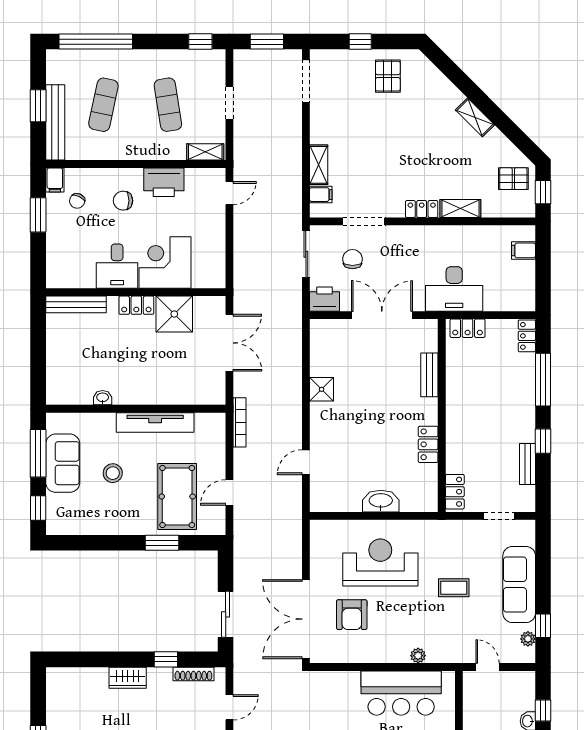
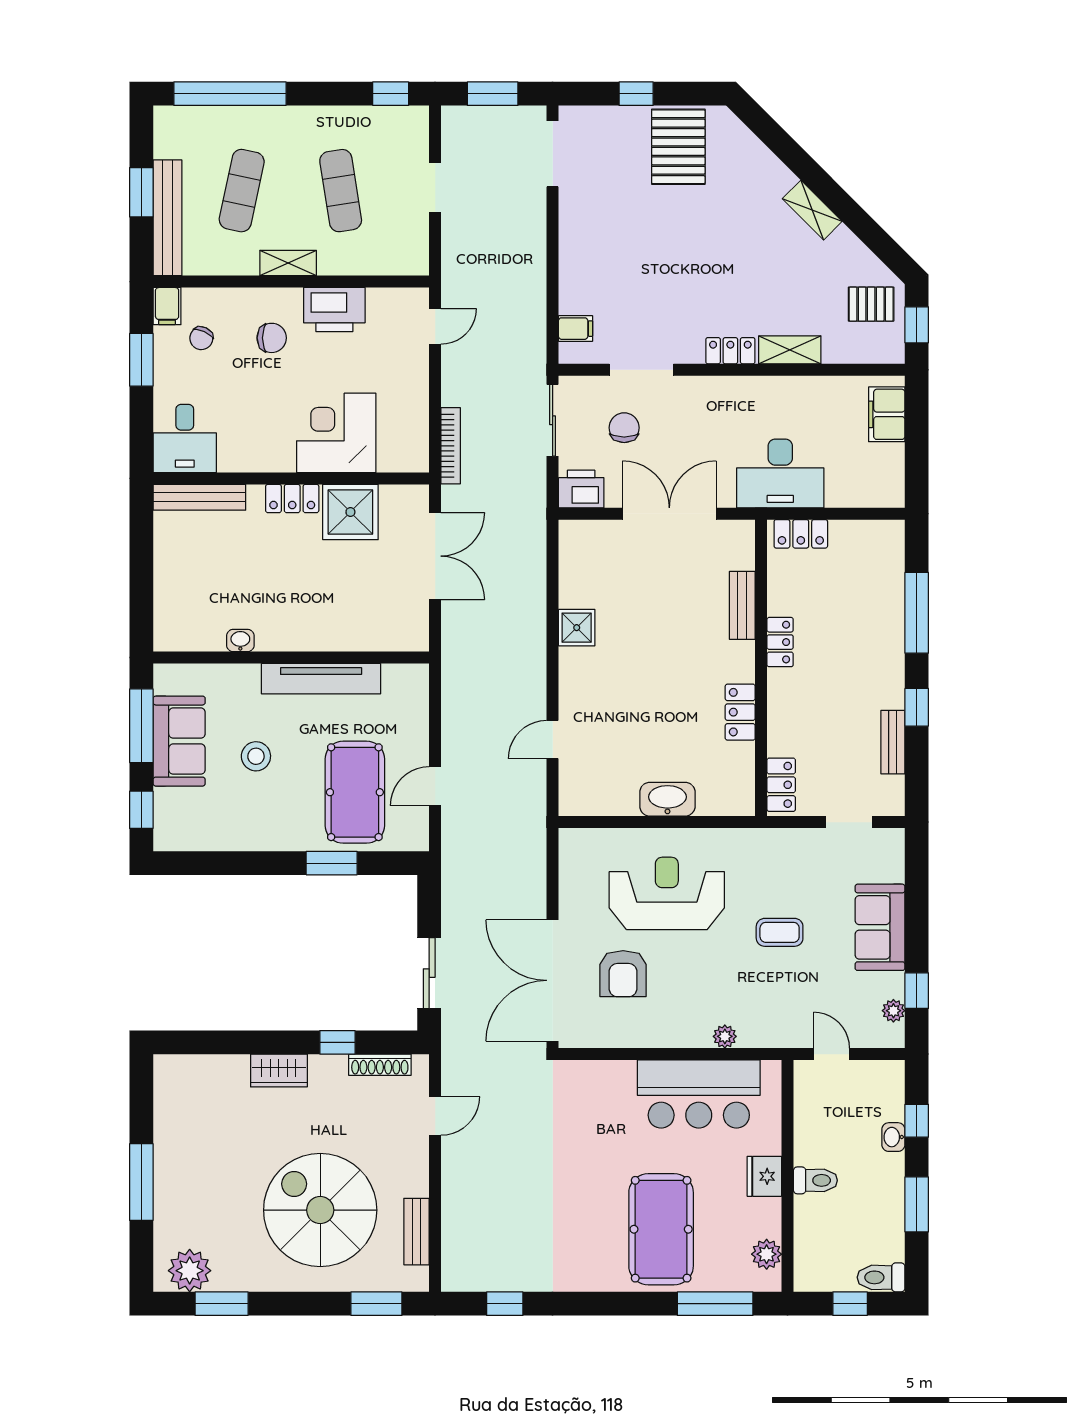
pallet: (388, 76) -> (678, 147), width x1.50, depth x1.42
shelving: (205, 152) -> (288, 263), moved
shelving: (319, 165) -> (572, 283), removed
chair: (123, 201) -> (272, 338), turned 180
filing cabinet: (524, 250) -> (887, 414), width x2.00
desk: (117, 266) -> (185, 438), moved
locker: (527, 336) -> (780, 642), moved, turned 180
bookcase: (240, 422) -> (451, 446), moved
sofa: (519, 585) -> (880, 927), width x0.73

